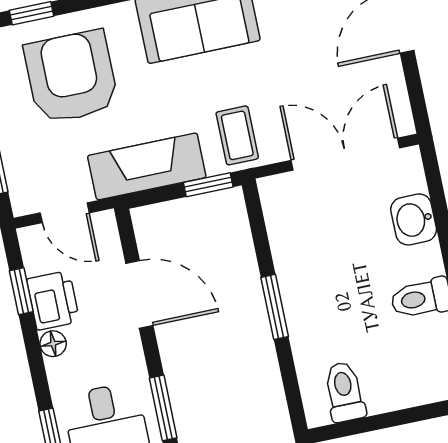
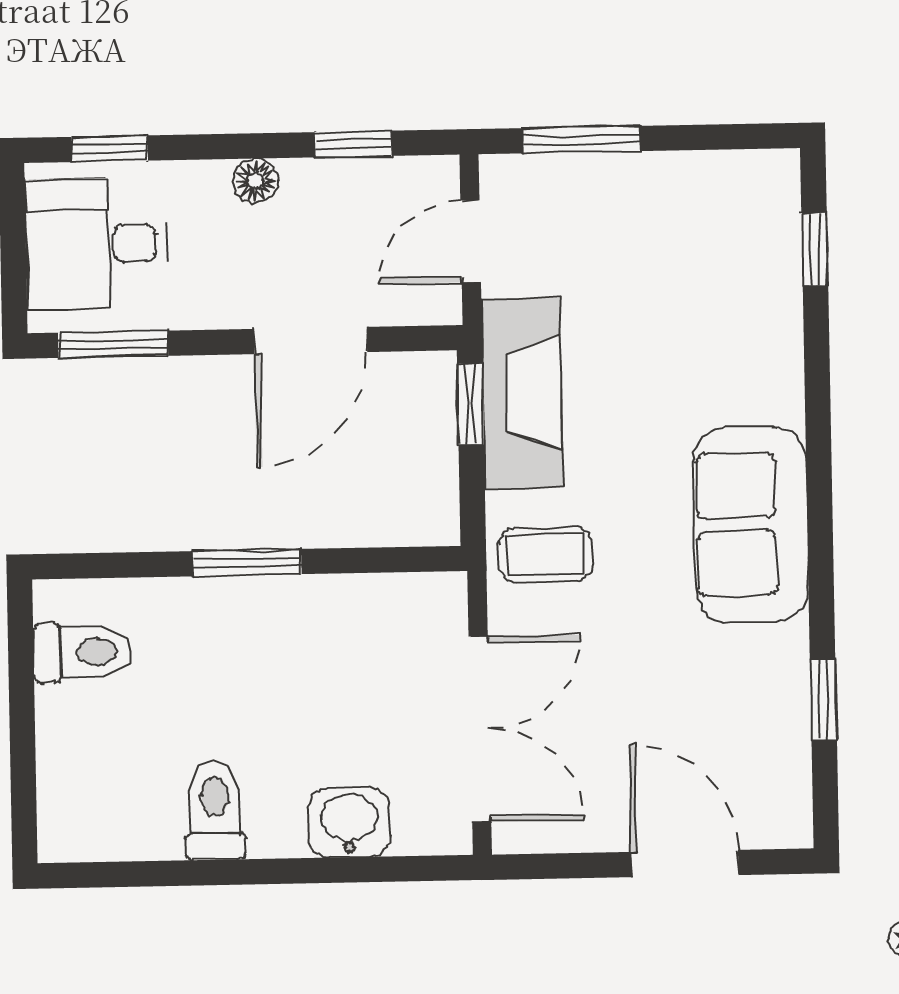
armchair: (71, 77) -> (696, 295), removed
window: (208, 185) -> (471, 404), moved
printer: (53, 300) -> (328, 194), removed

